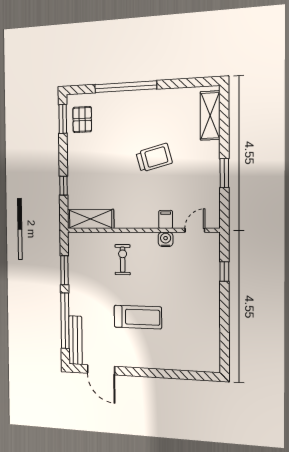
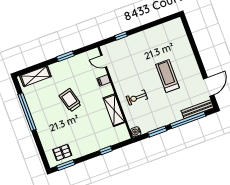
window: (126, 87) -> (27, 112), moved
shelving: (90, 219) -> (114, 110), moved
water cooler: (166, 239) -> (136, 132), moved

